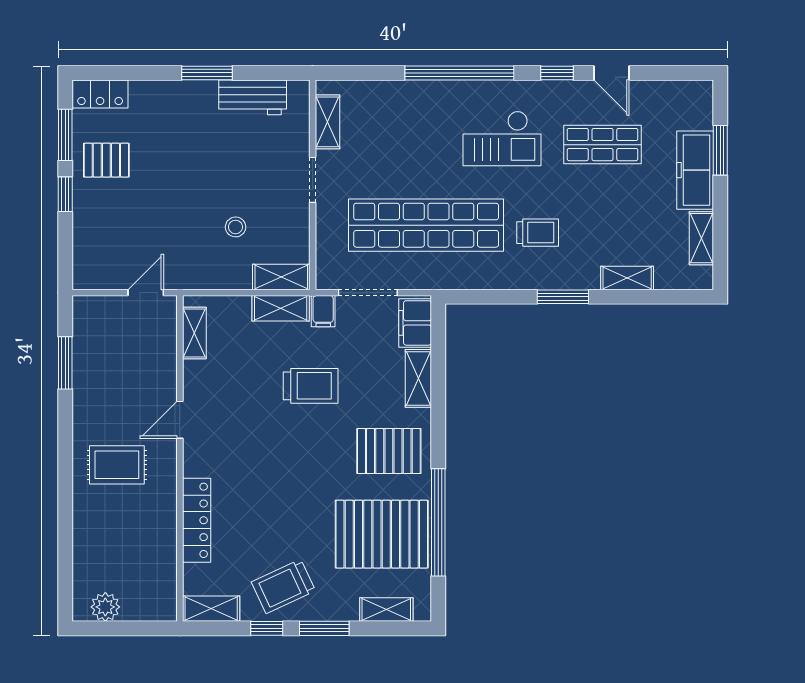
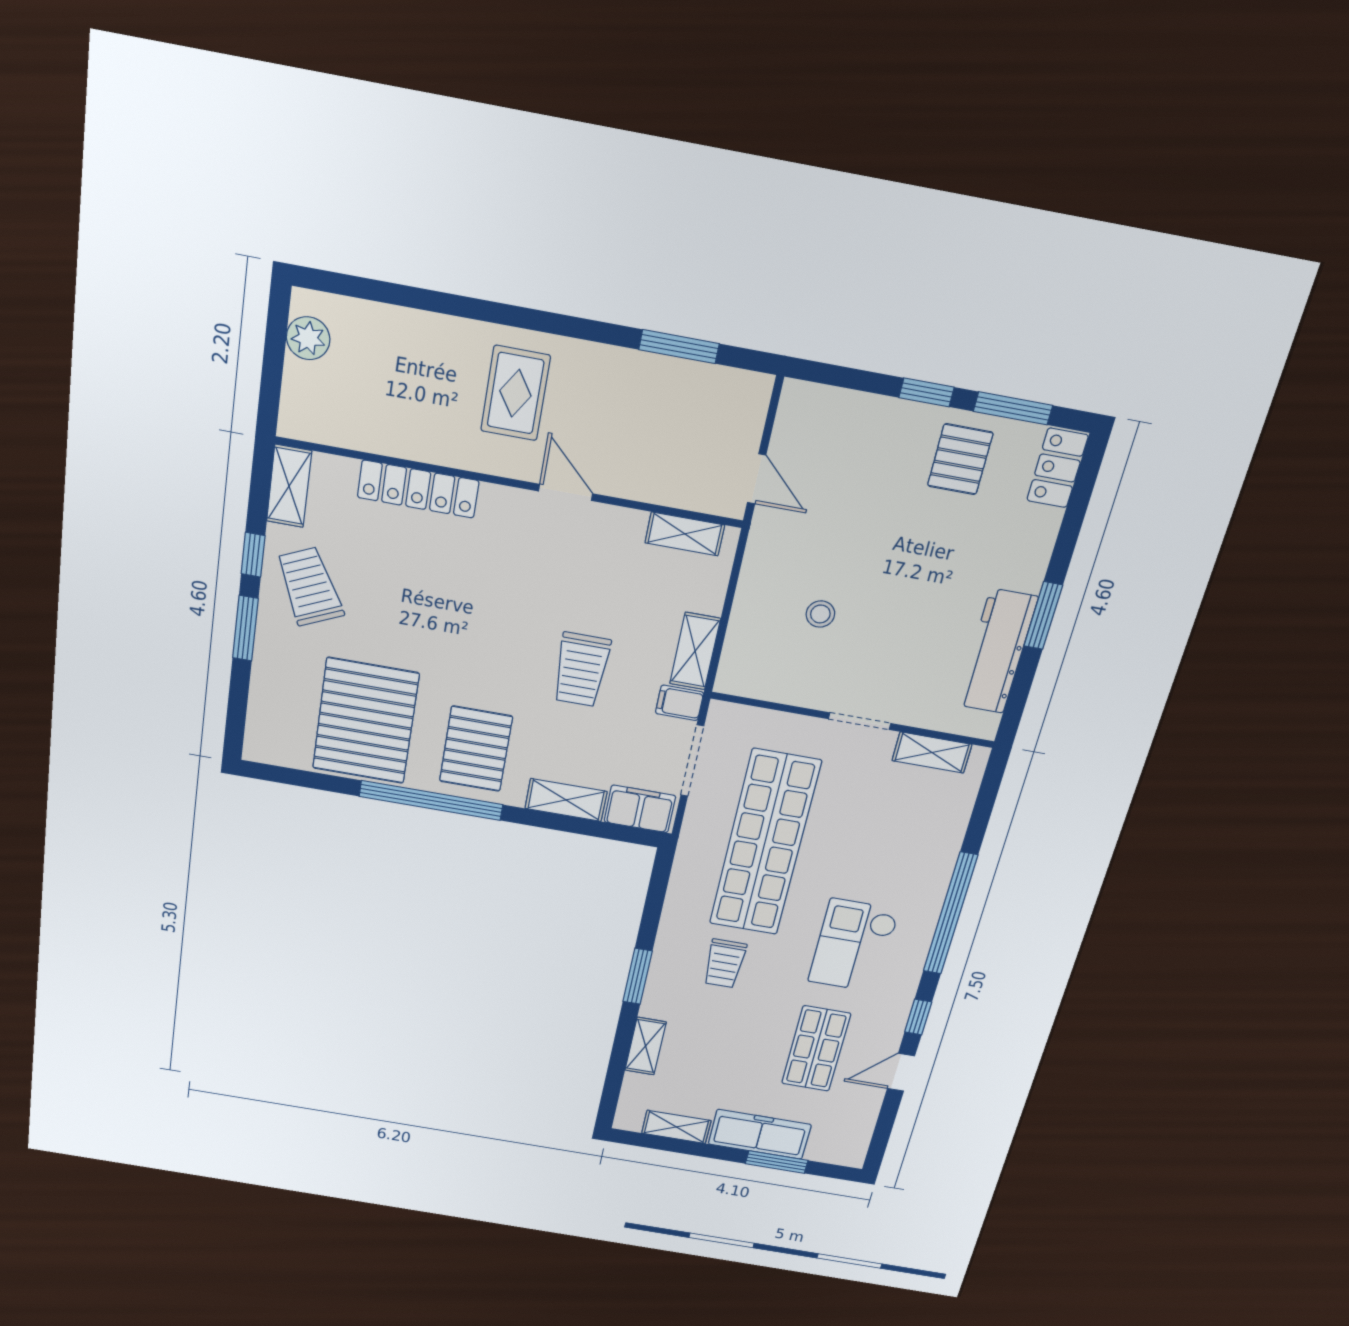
workbench: (253, 97) -> (997, 651), width x1.38
shelving: (281, 277) -> (738, 659), removed
window: (438, 522) -> (431, 800), moved
shelving: (386, 610) -> (263, 709), removed

